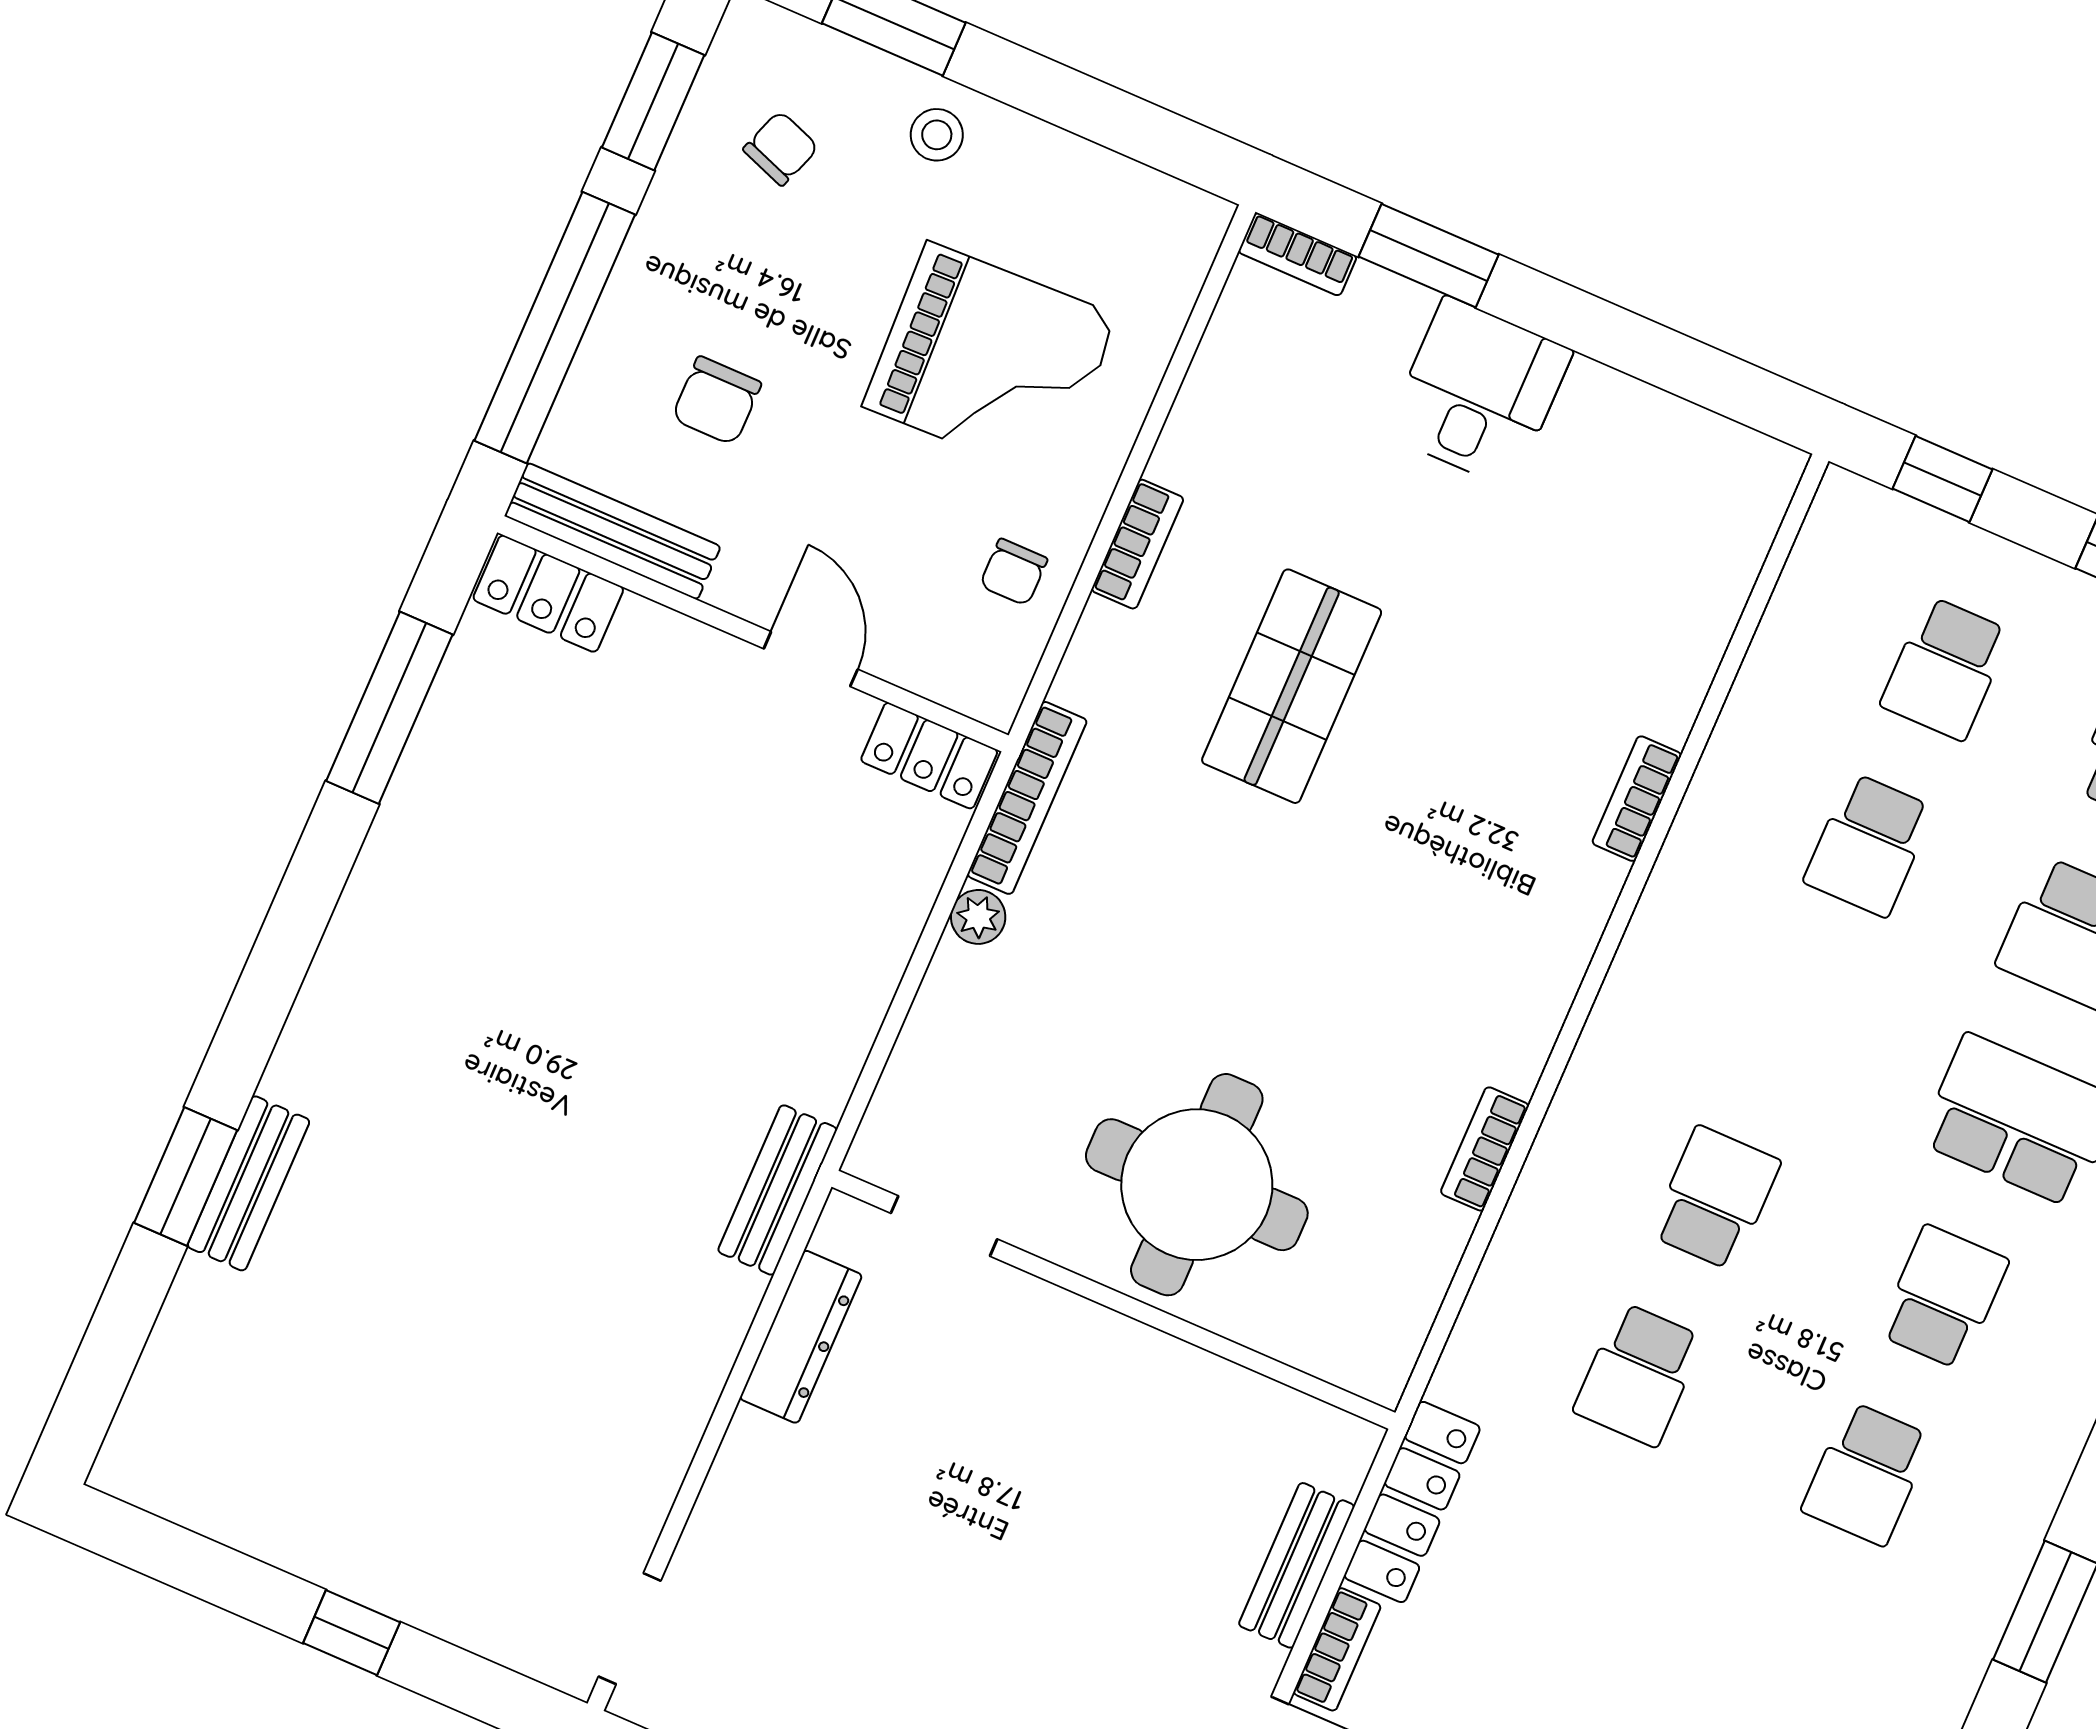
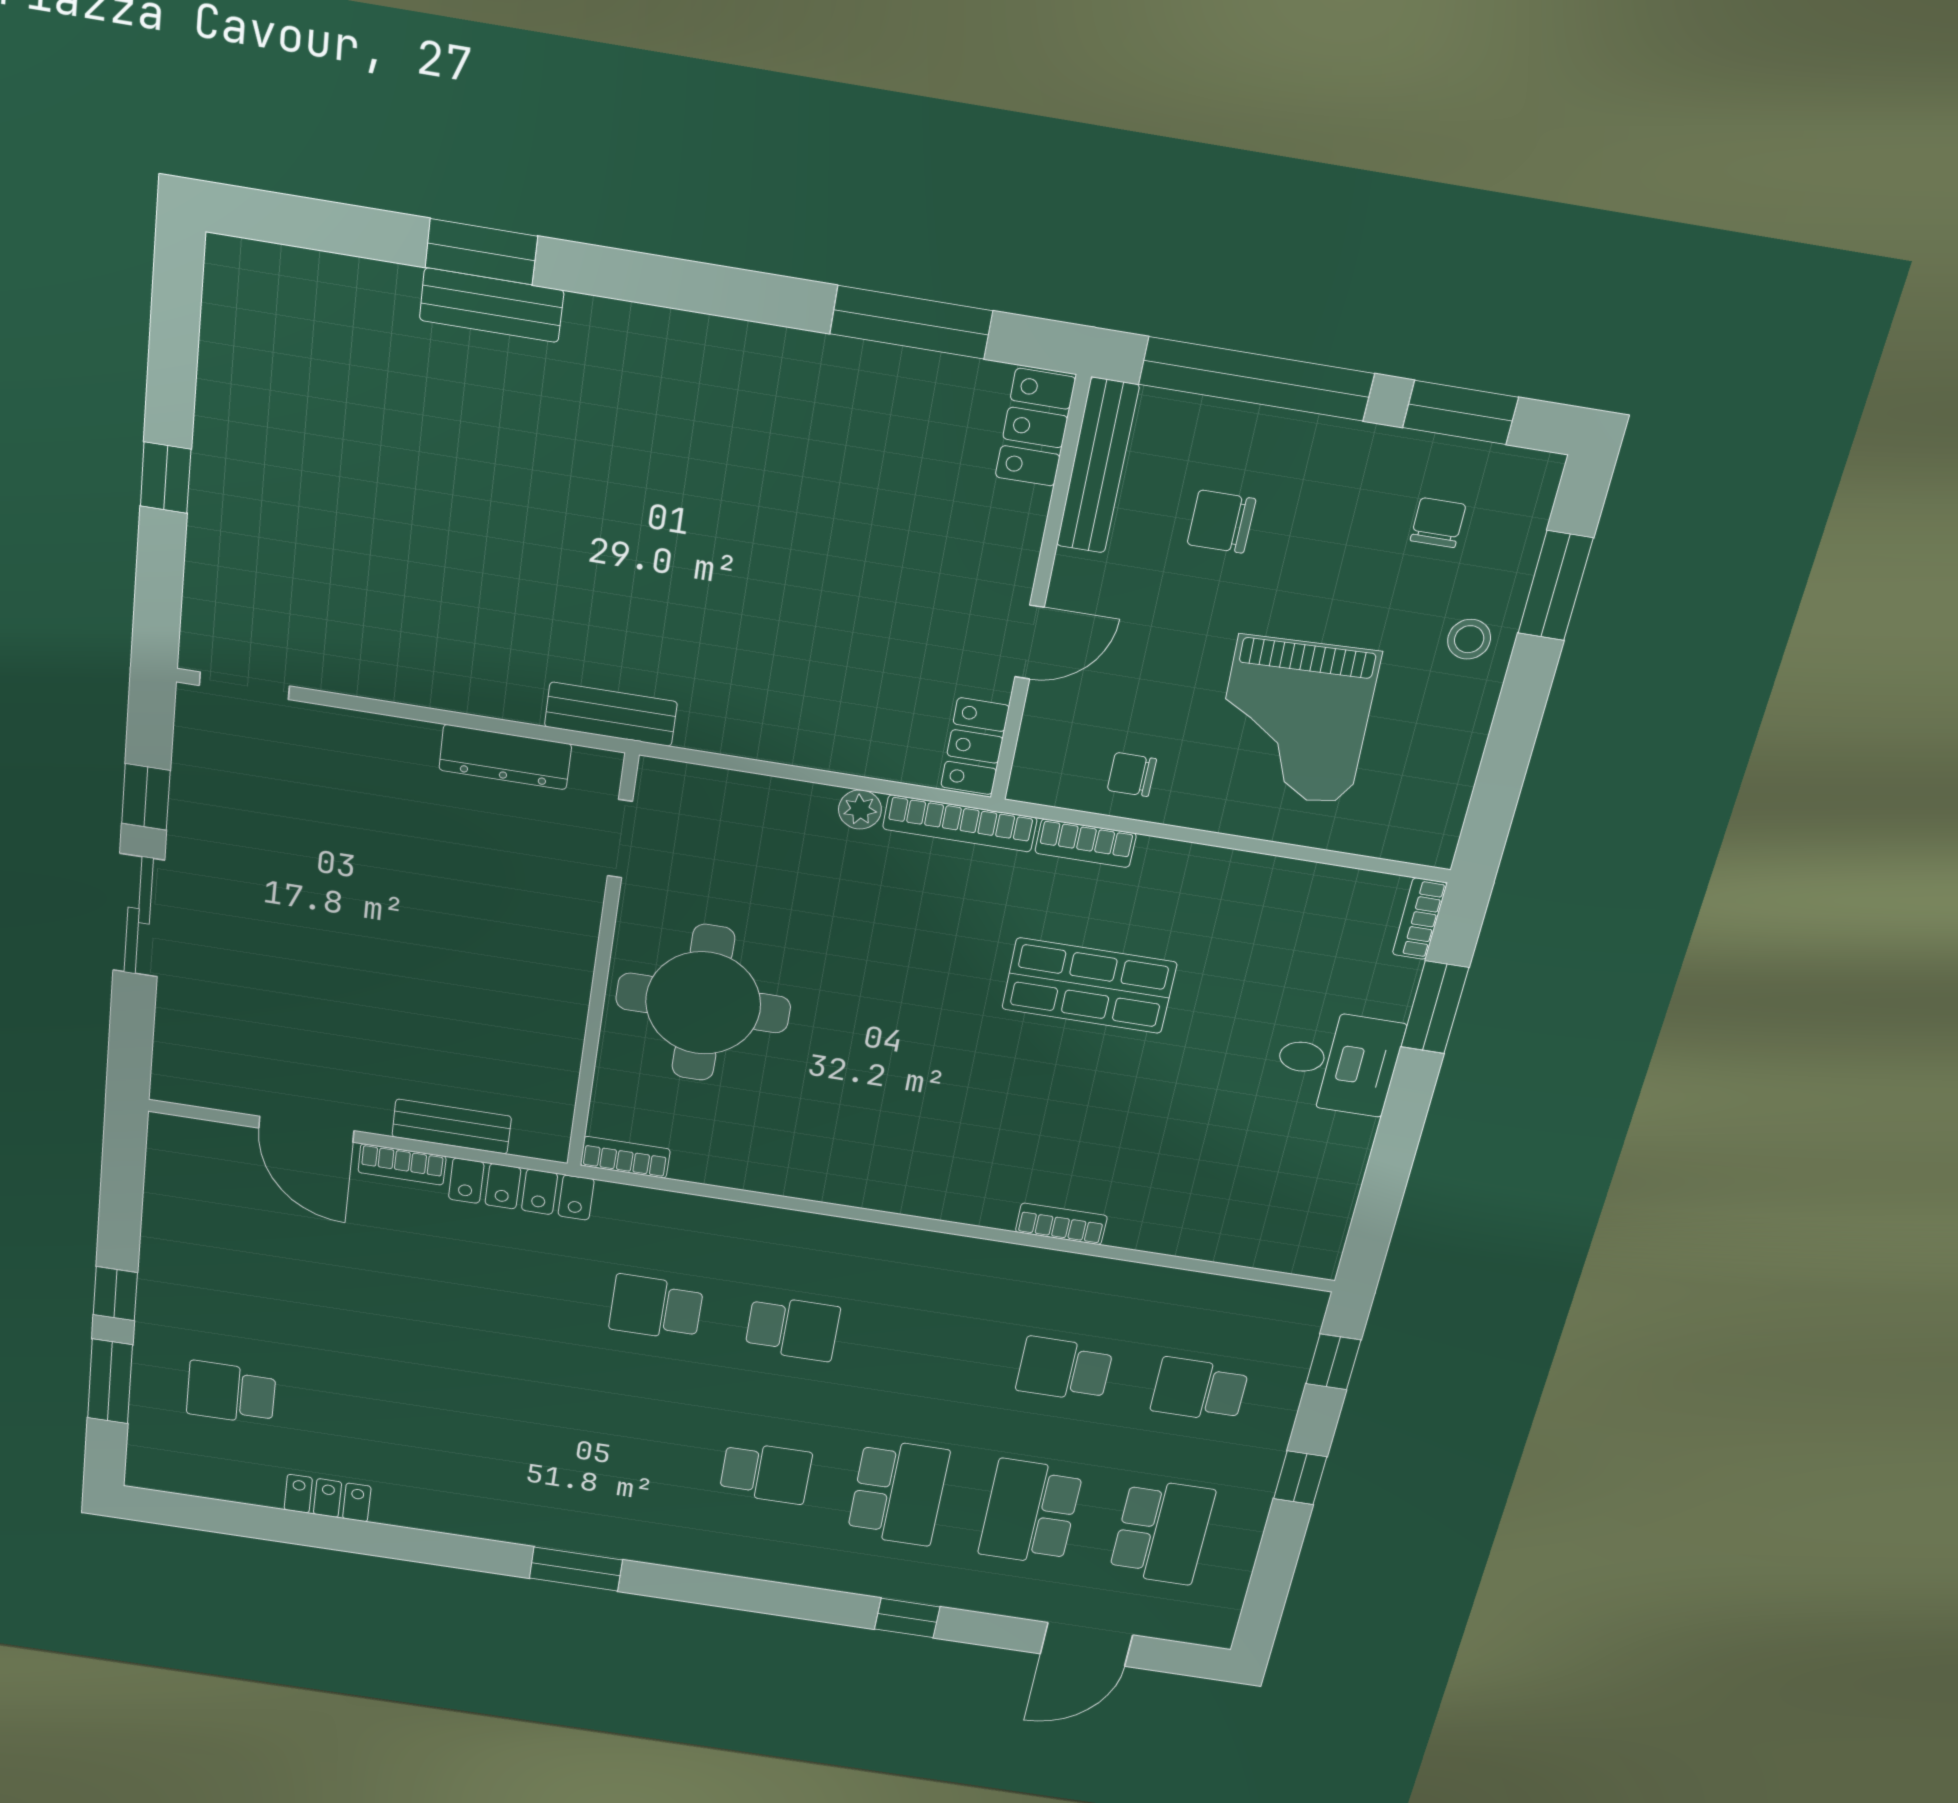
chair: (781, 148) -> (1438, 523), turned -110
bookcase: (1137, 544) -> (1086, 843), moved
bookcase: (1485, 1149) -> (625, 1157), moved
school desk: (1867, 1474) -> (633, 1453), removed

